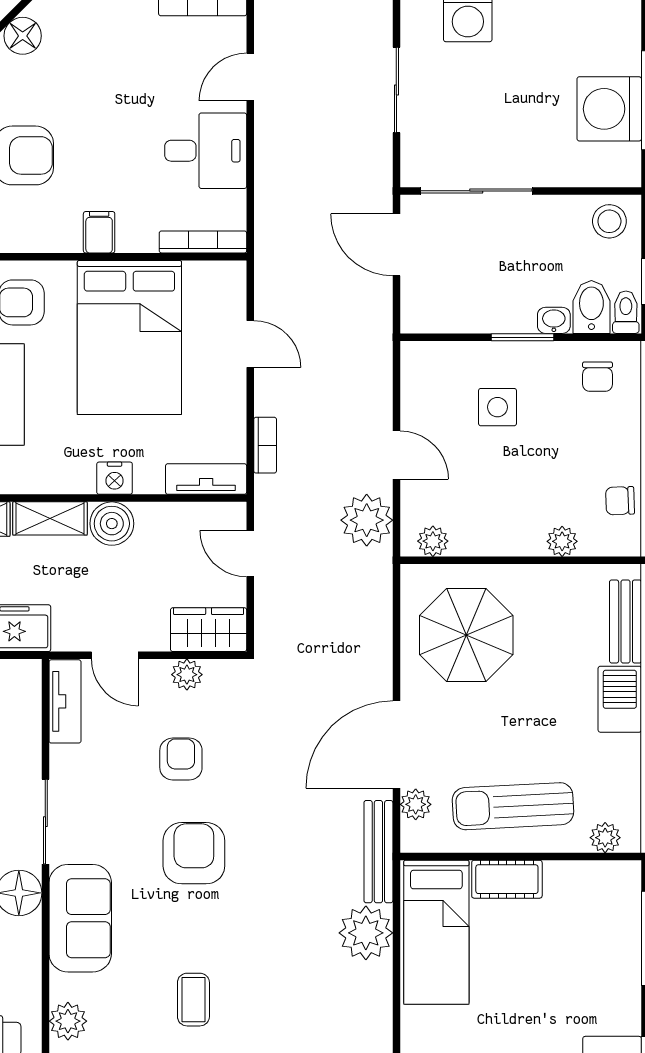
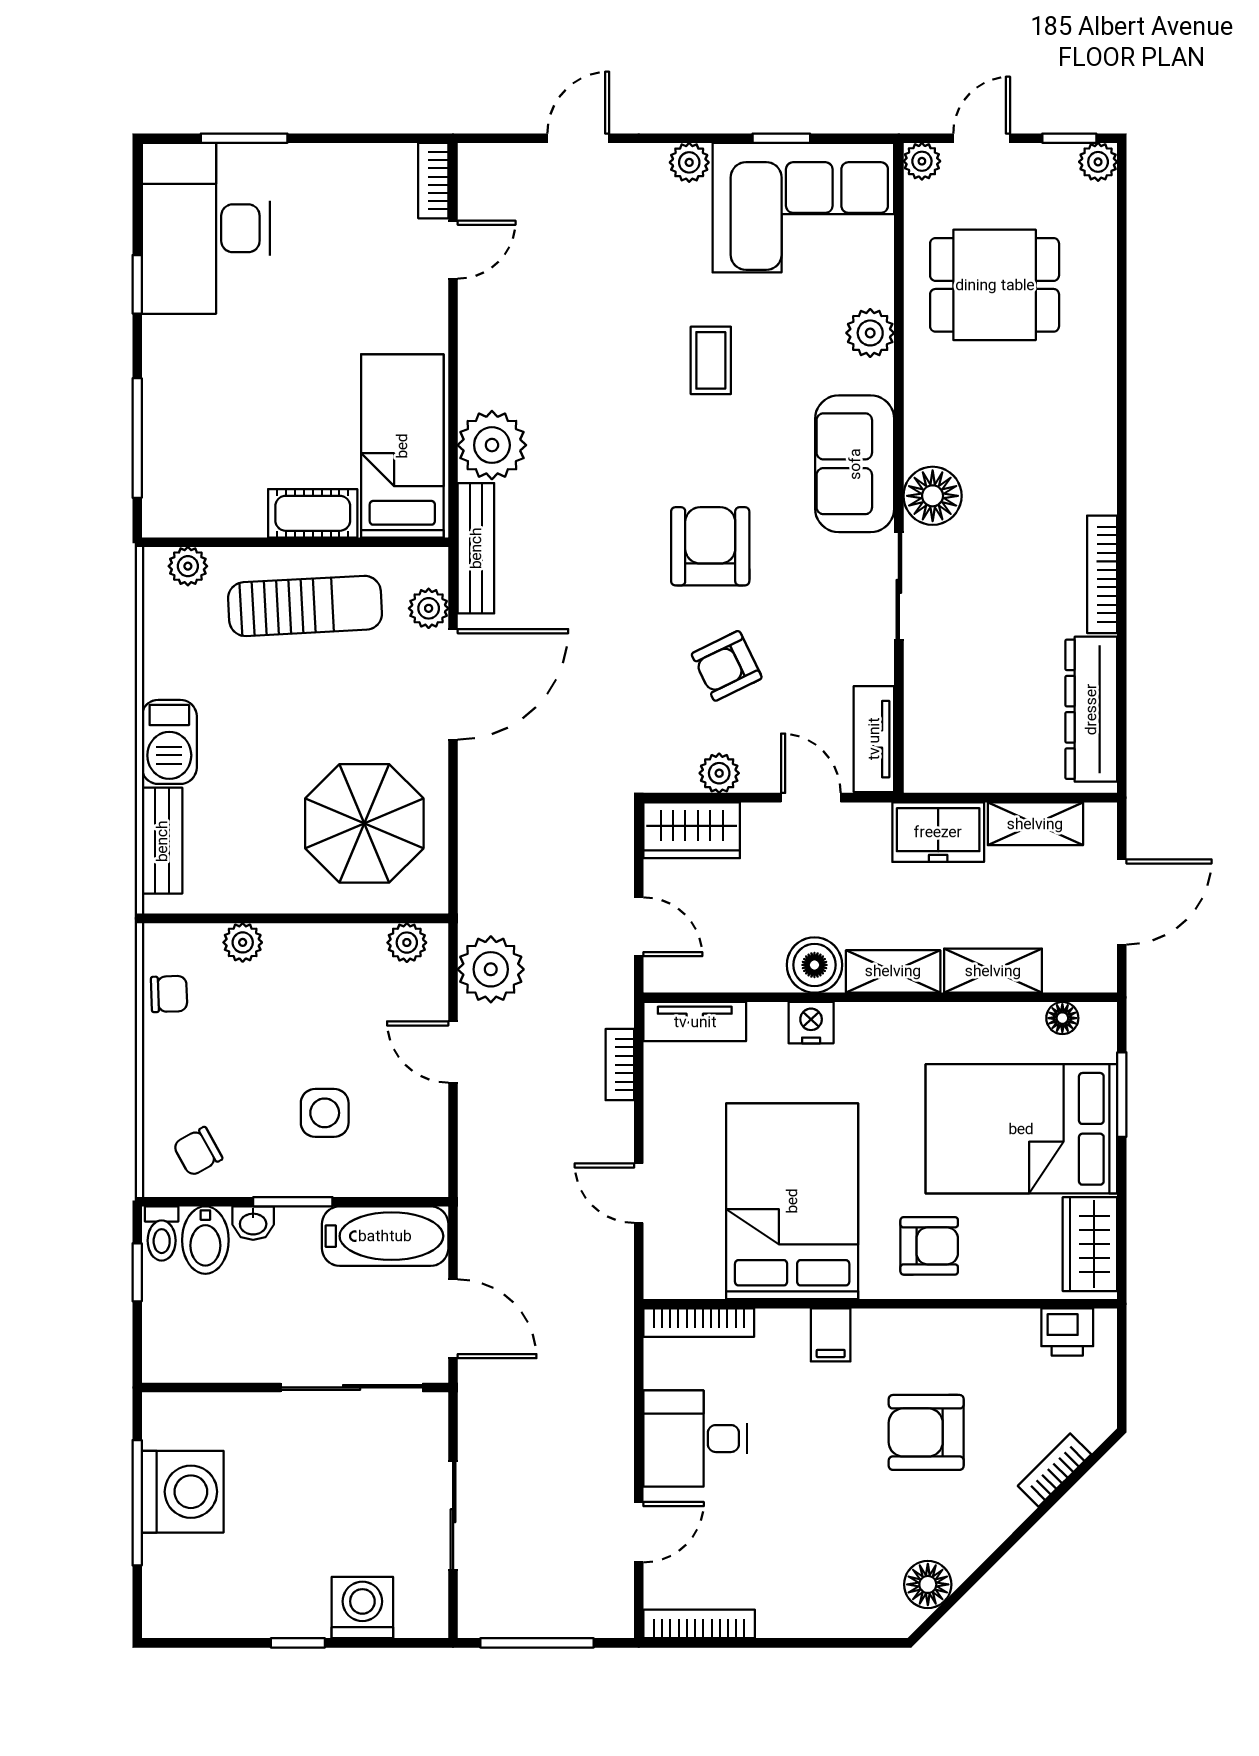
stool: (609, 221) -> (183, 1349), removed
bathtub: (450, 310) -> (385, 1236), added
chair: (598, 377) -> (198, 1152), turned -119
armchair: (181, 759) -> (727, 666), turned 64
armchair: (194, 853) -> (710, 546), turned 180

